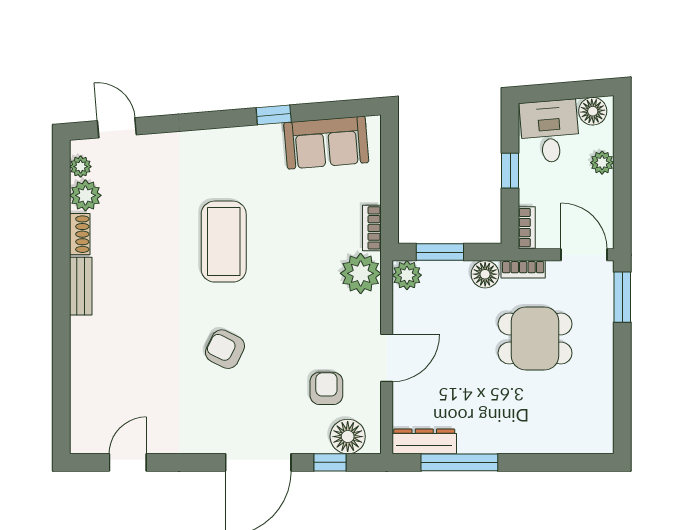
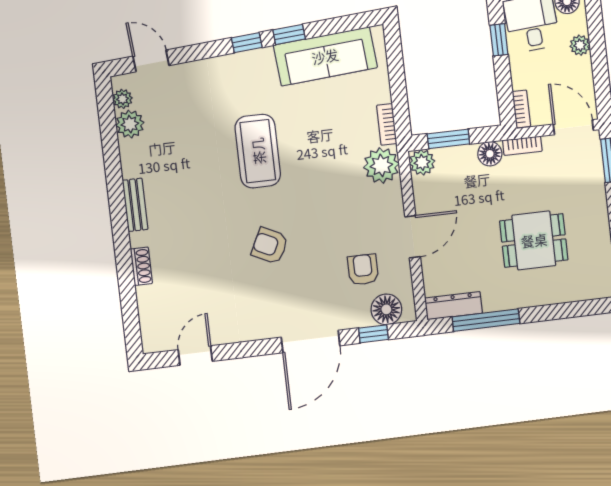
window: (225, 119) -> (247, 43), added
sofa: (326, 143) -> (325, 56), width x1.36
window: (510, 171) -> (499, 40), moved
shoe rack: (80, 234) -> (141, 266), moved
dining table: (535, 338) -> (534, 240), moved

